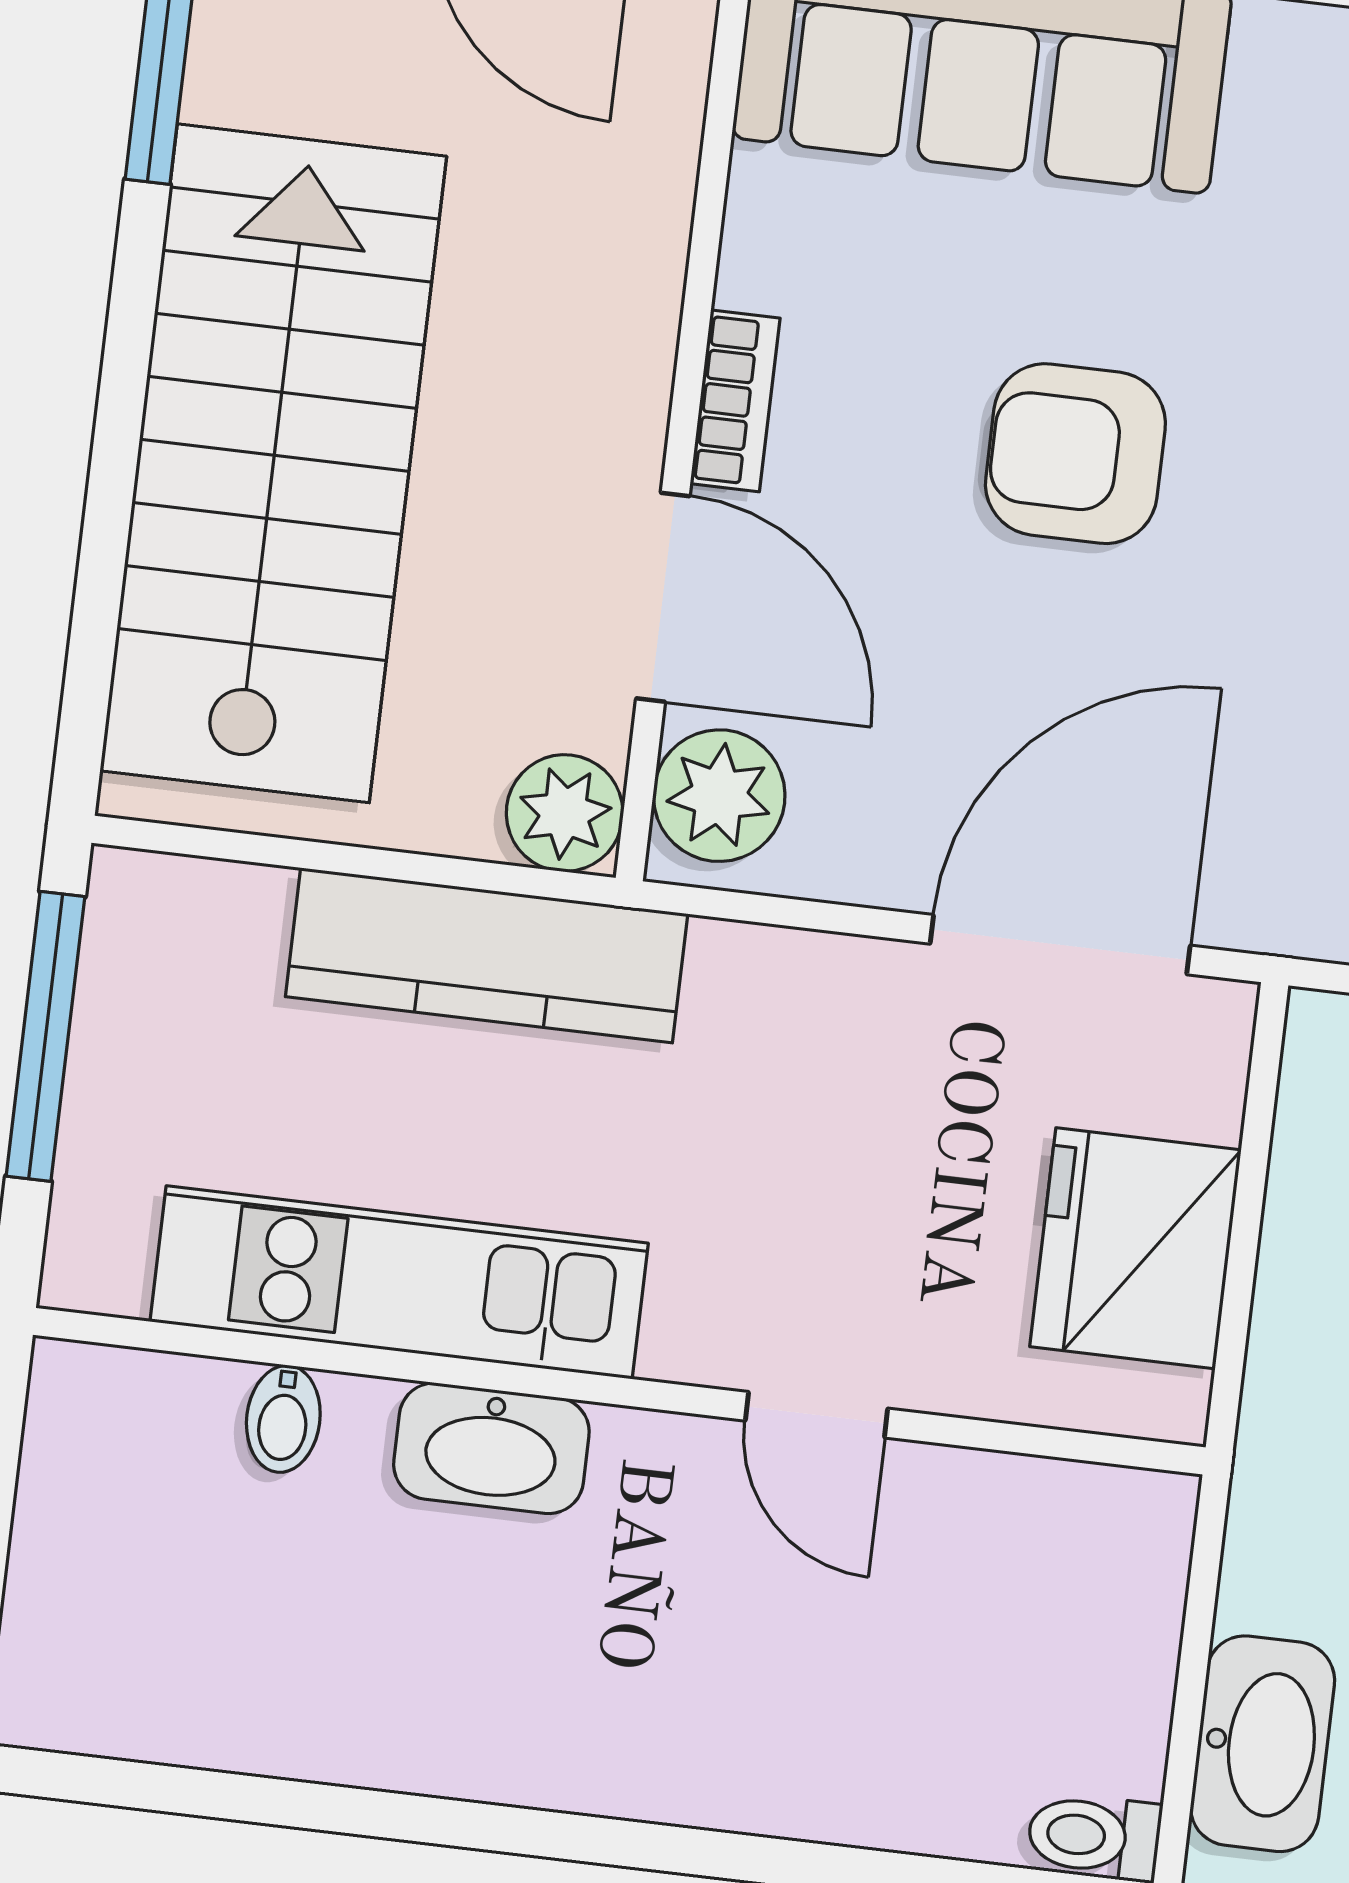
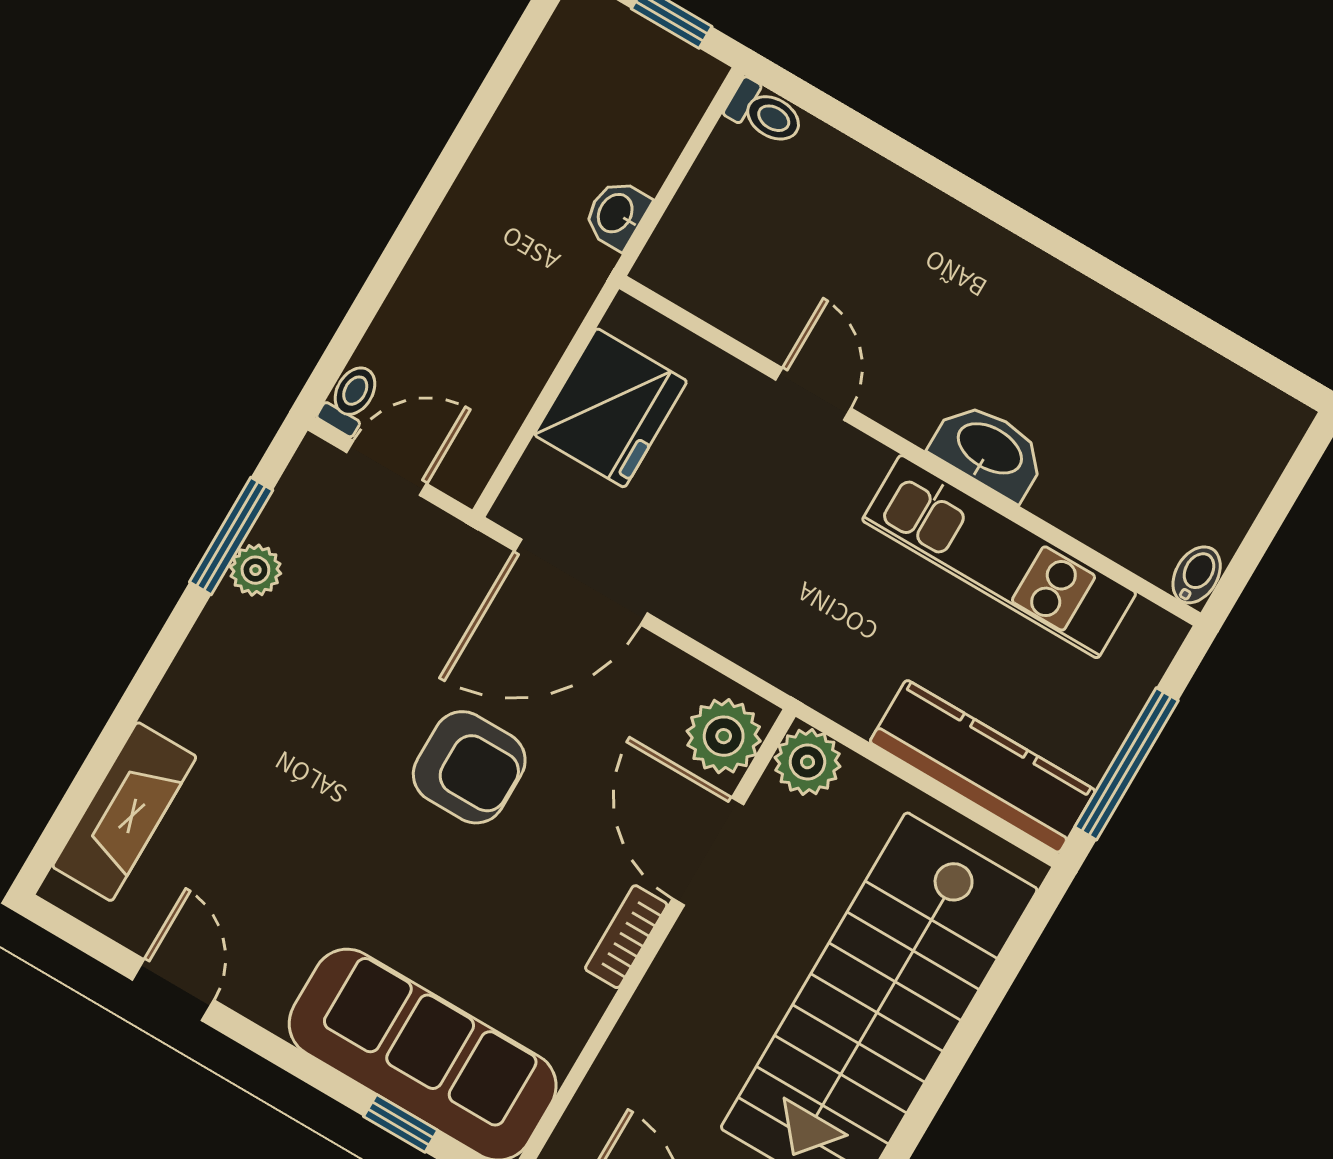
armchair: (1075, 454) -> (469, 767), moved
kitchen counter: (487, 955) -> (983, 766), moved
bidet: (283, 1419) -> (1197, 575), moved
washbasin: (1263, 1744) -> (617, 214), moved, width x0.52, depth x0.69

